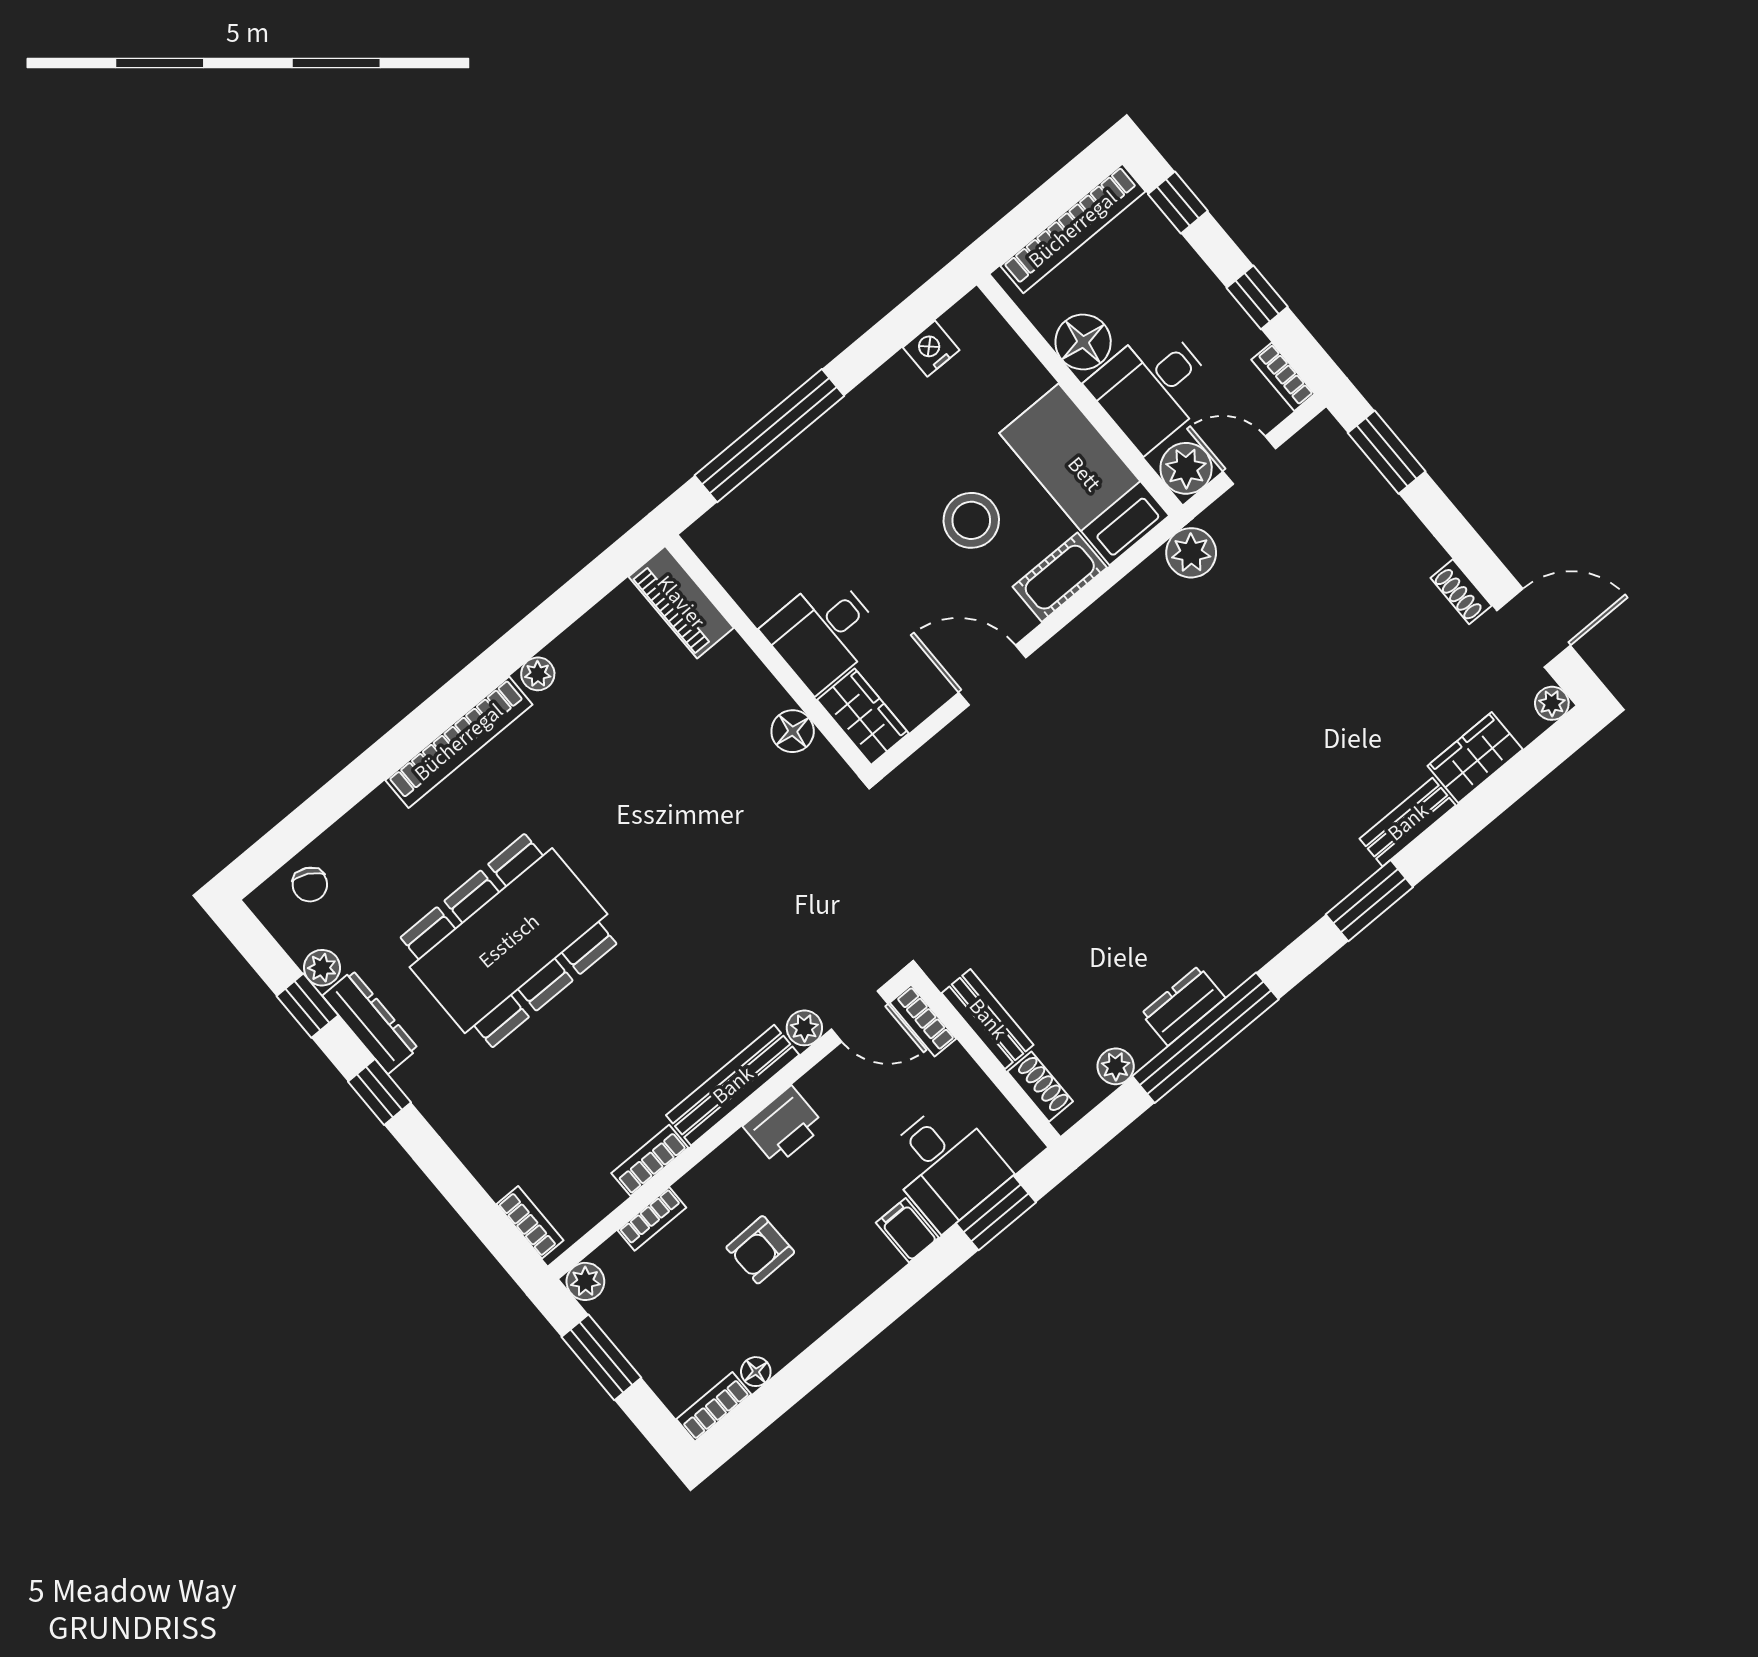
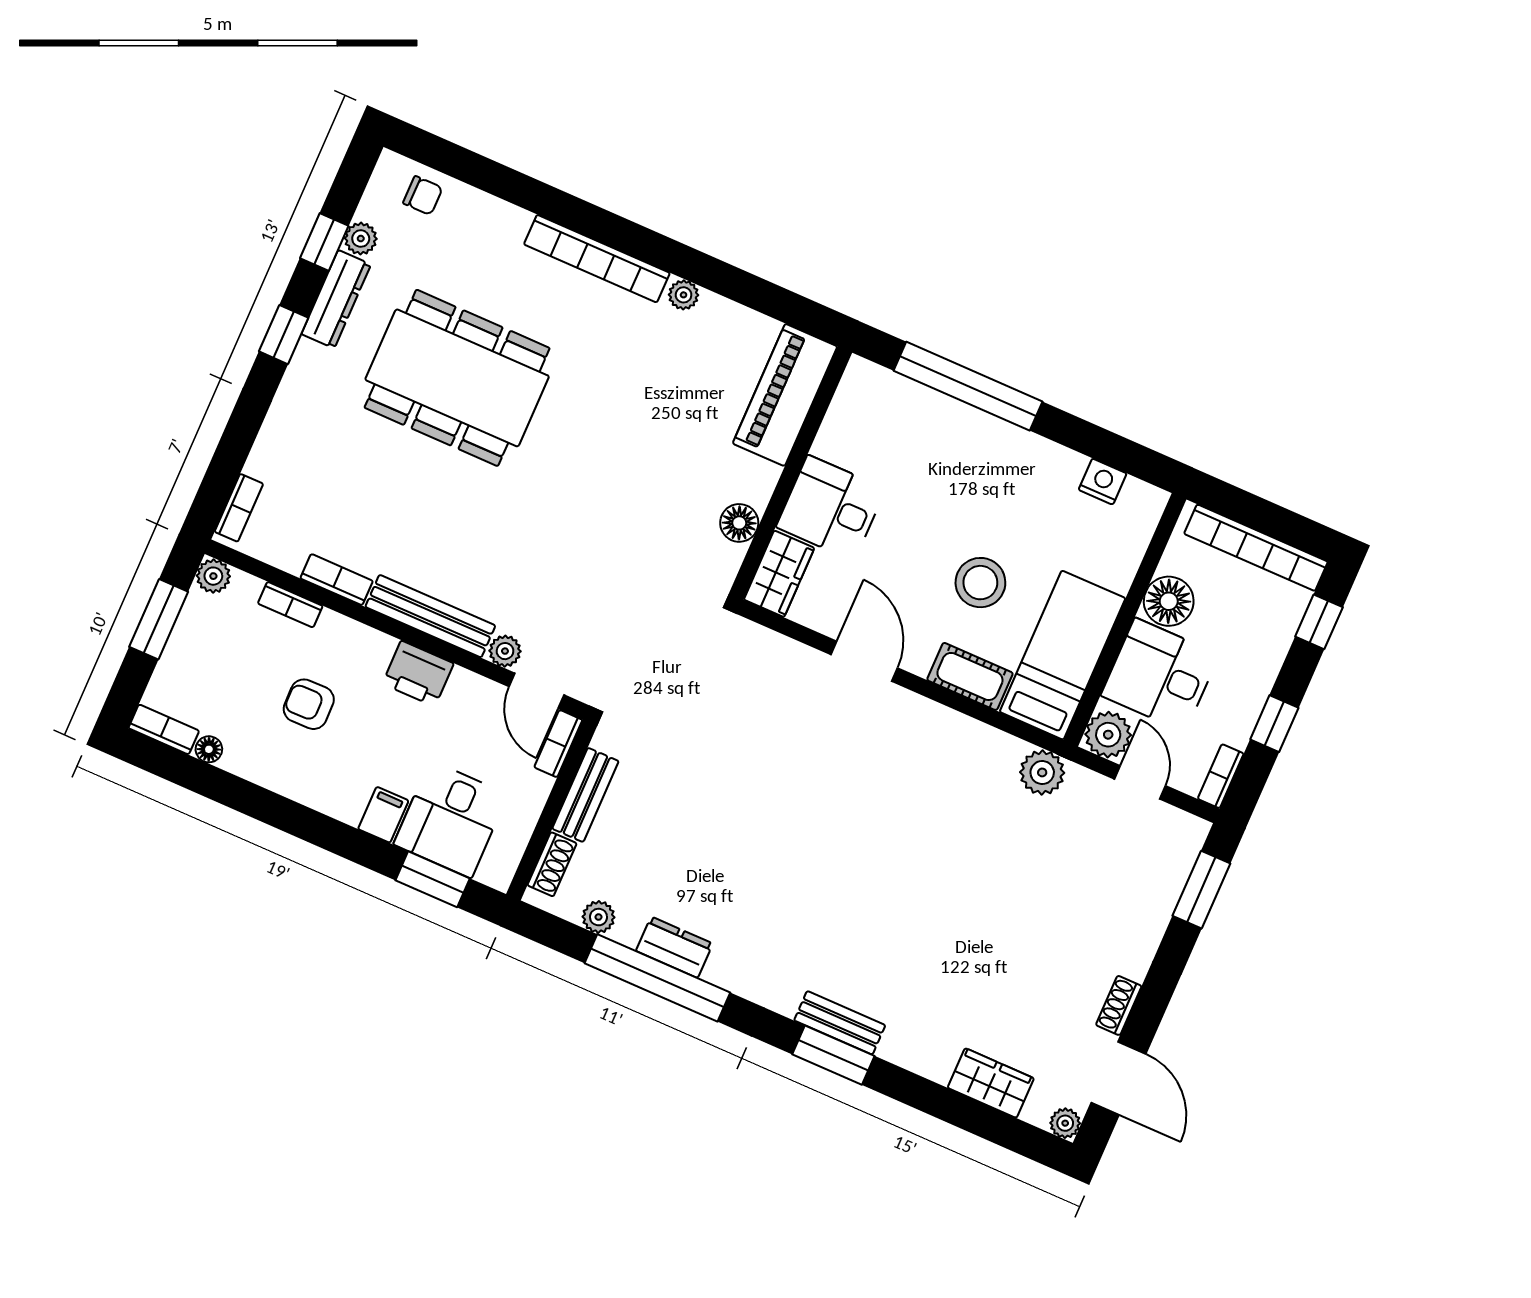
piano: (681, 602) -> (785, 395), width x1.37, depth x1.33
bench: (1408, 822) -> (840, 1023), moved
chair: (310, 885) -> (423, 196), turned -118

